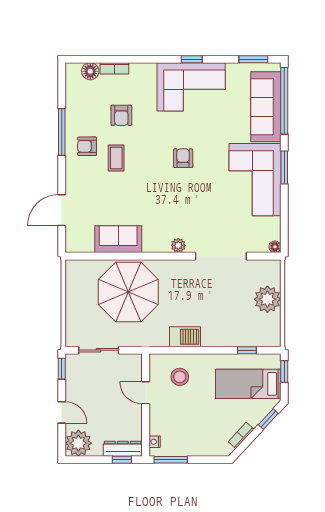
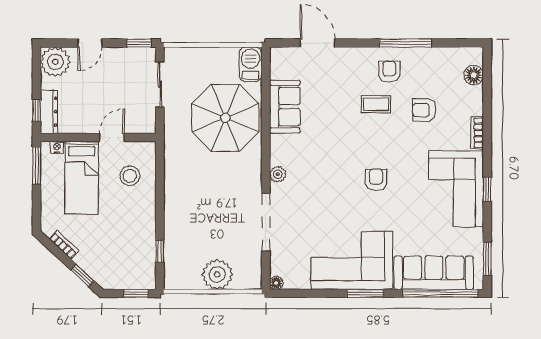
bookcase: (114, 68) -> (477, 133), moved
armchair: (183, 158) -> (376, 180), turned -90
barbecue: (185, 337) -> (251, 64), moved, turned 180
bed: (248, 384) -> (82, 178), moved, turned 180

